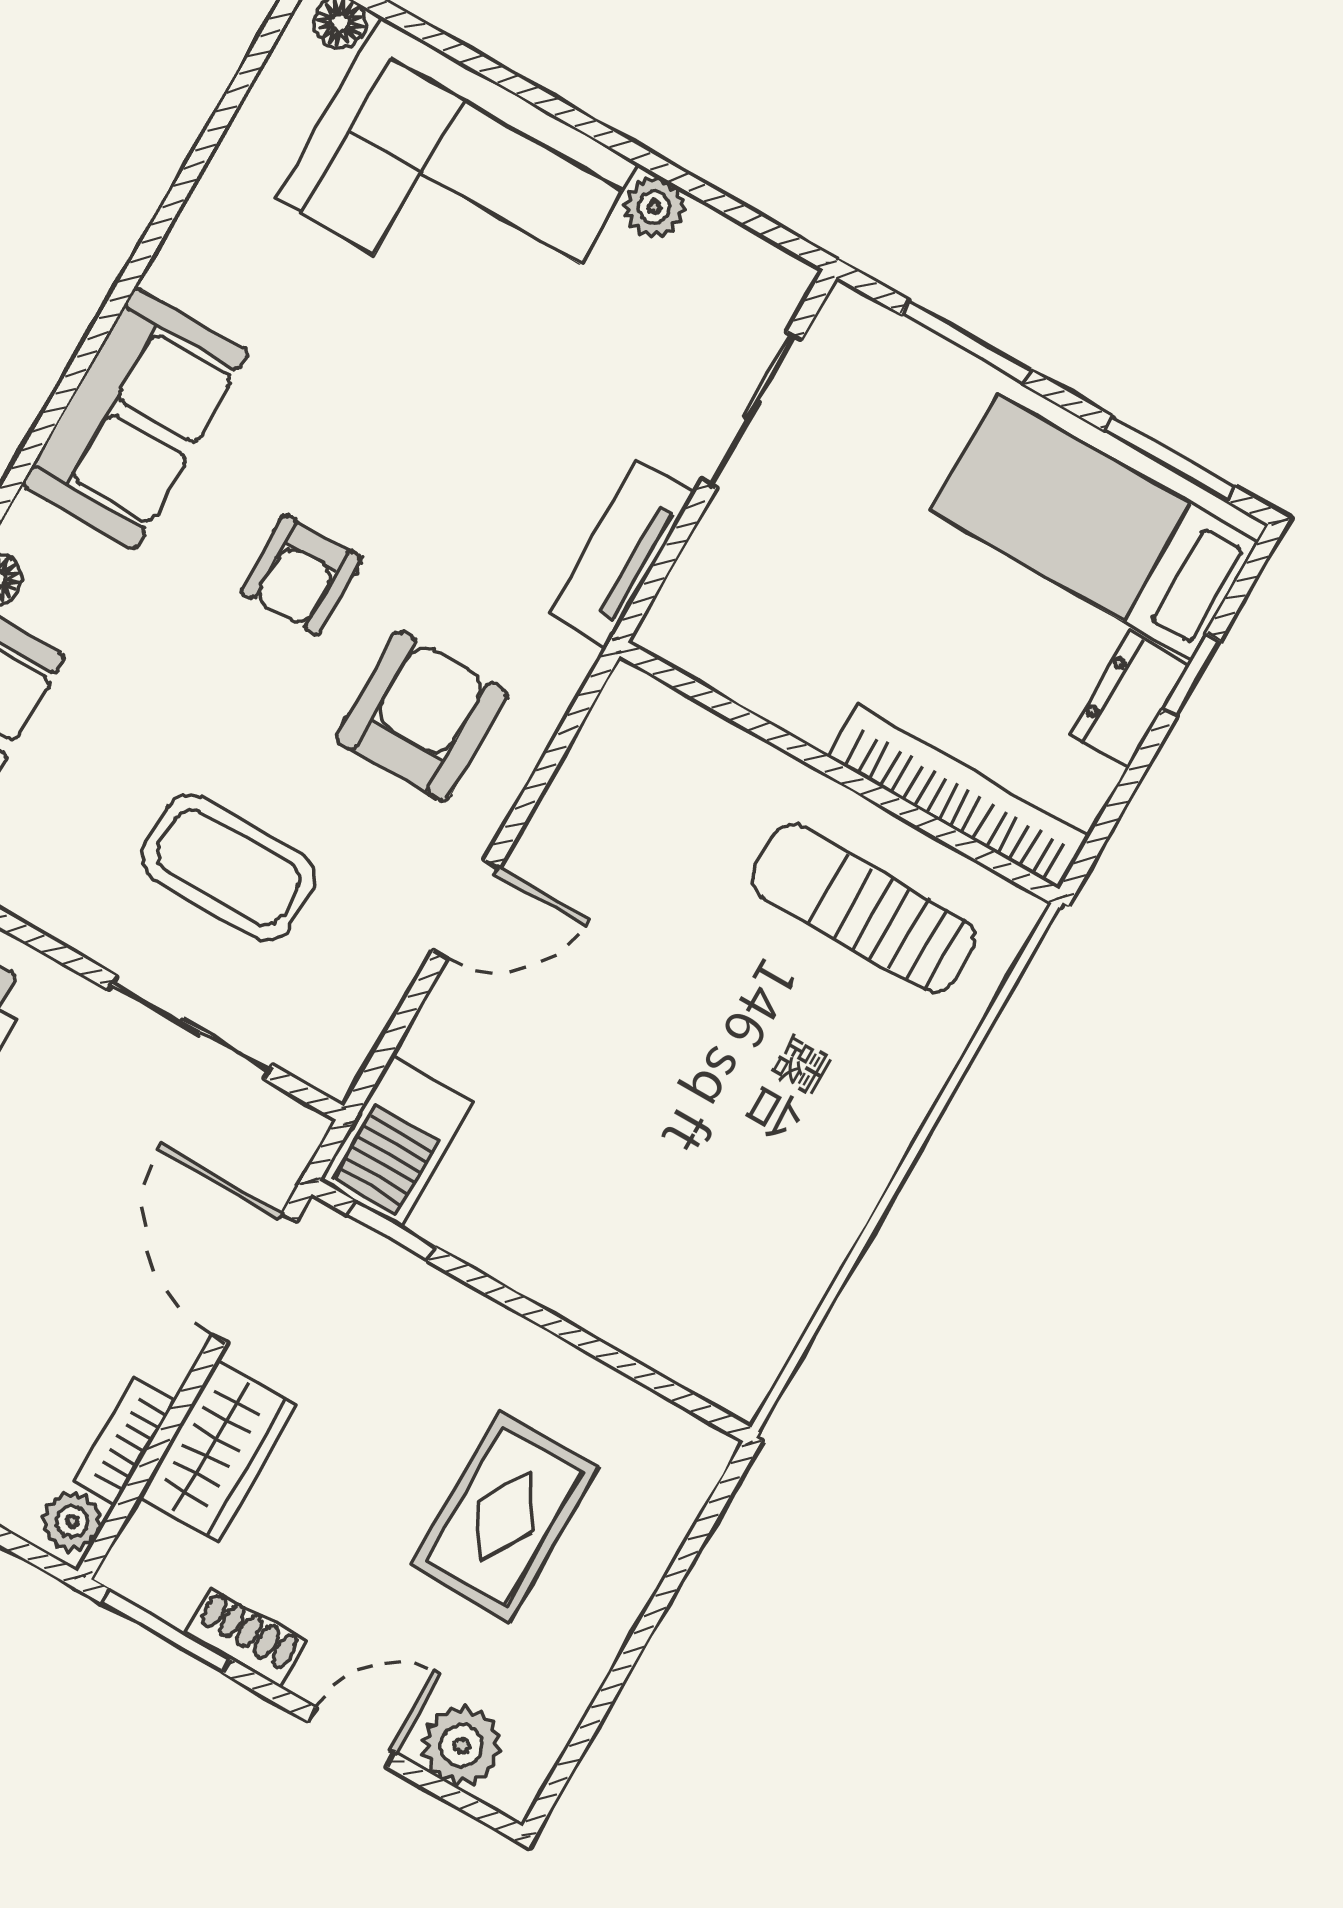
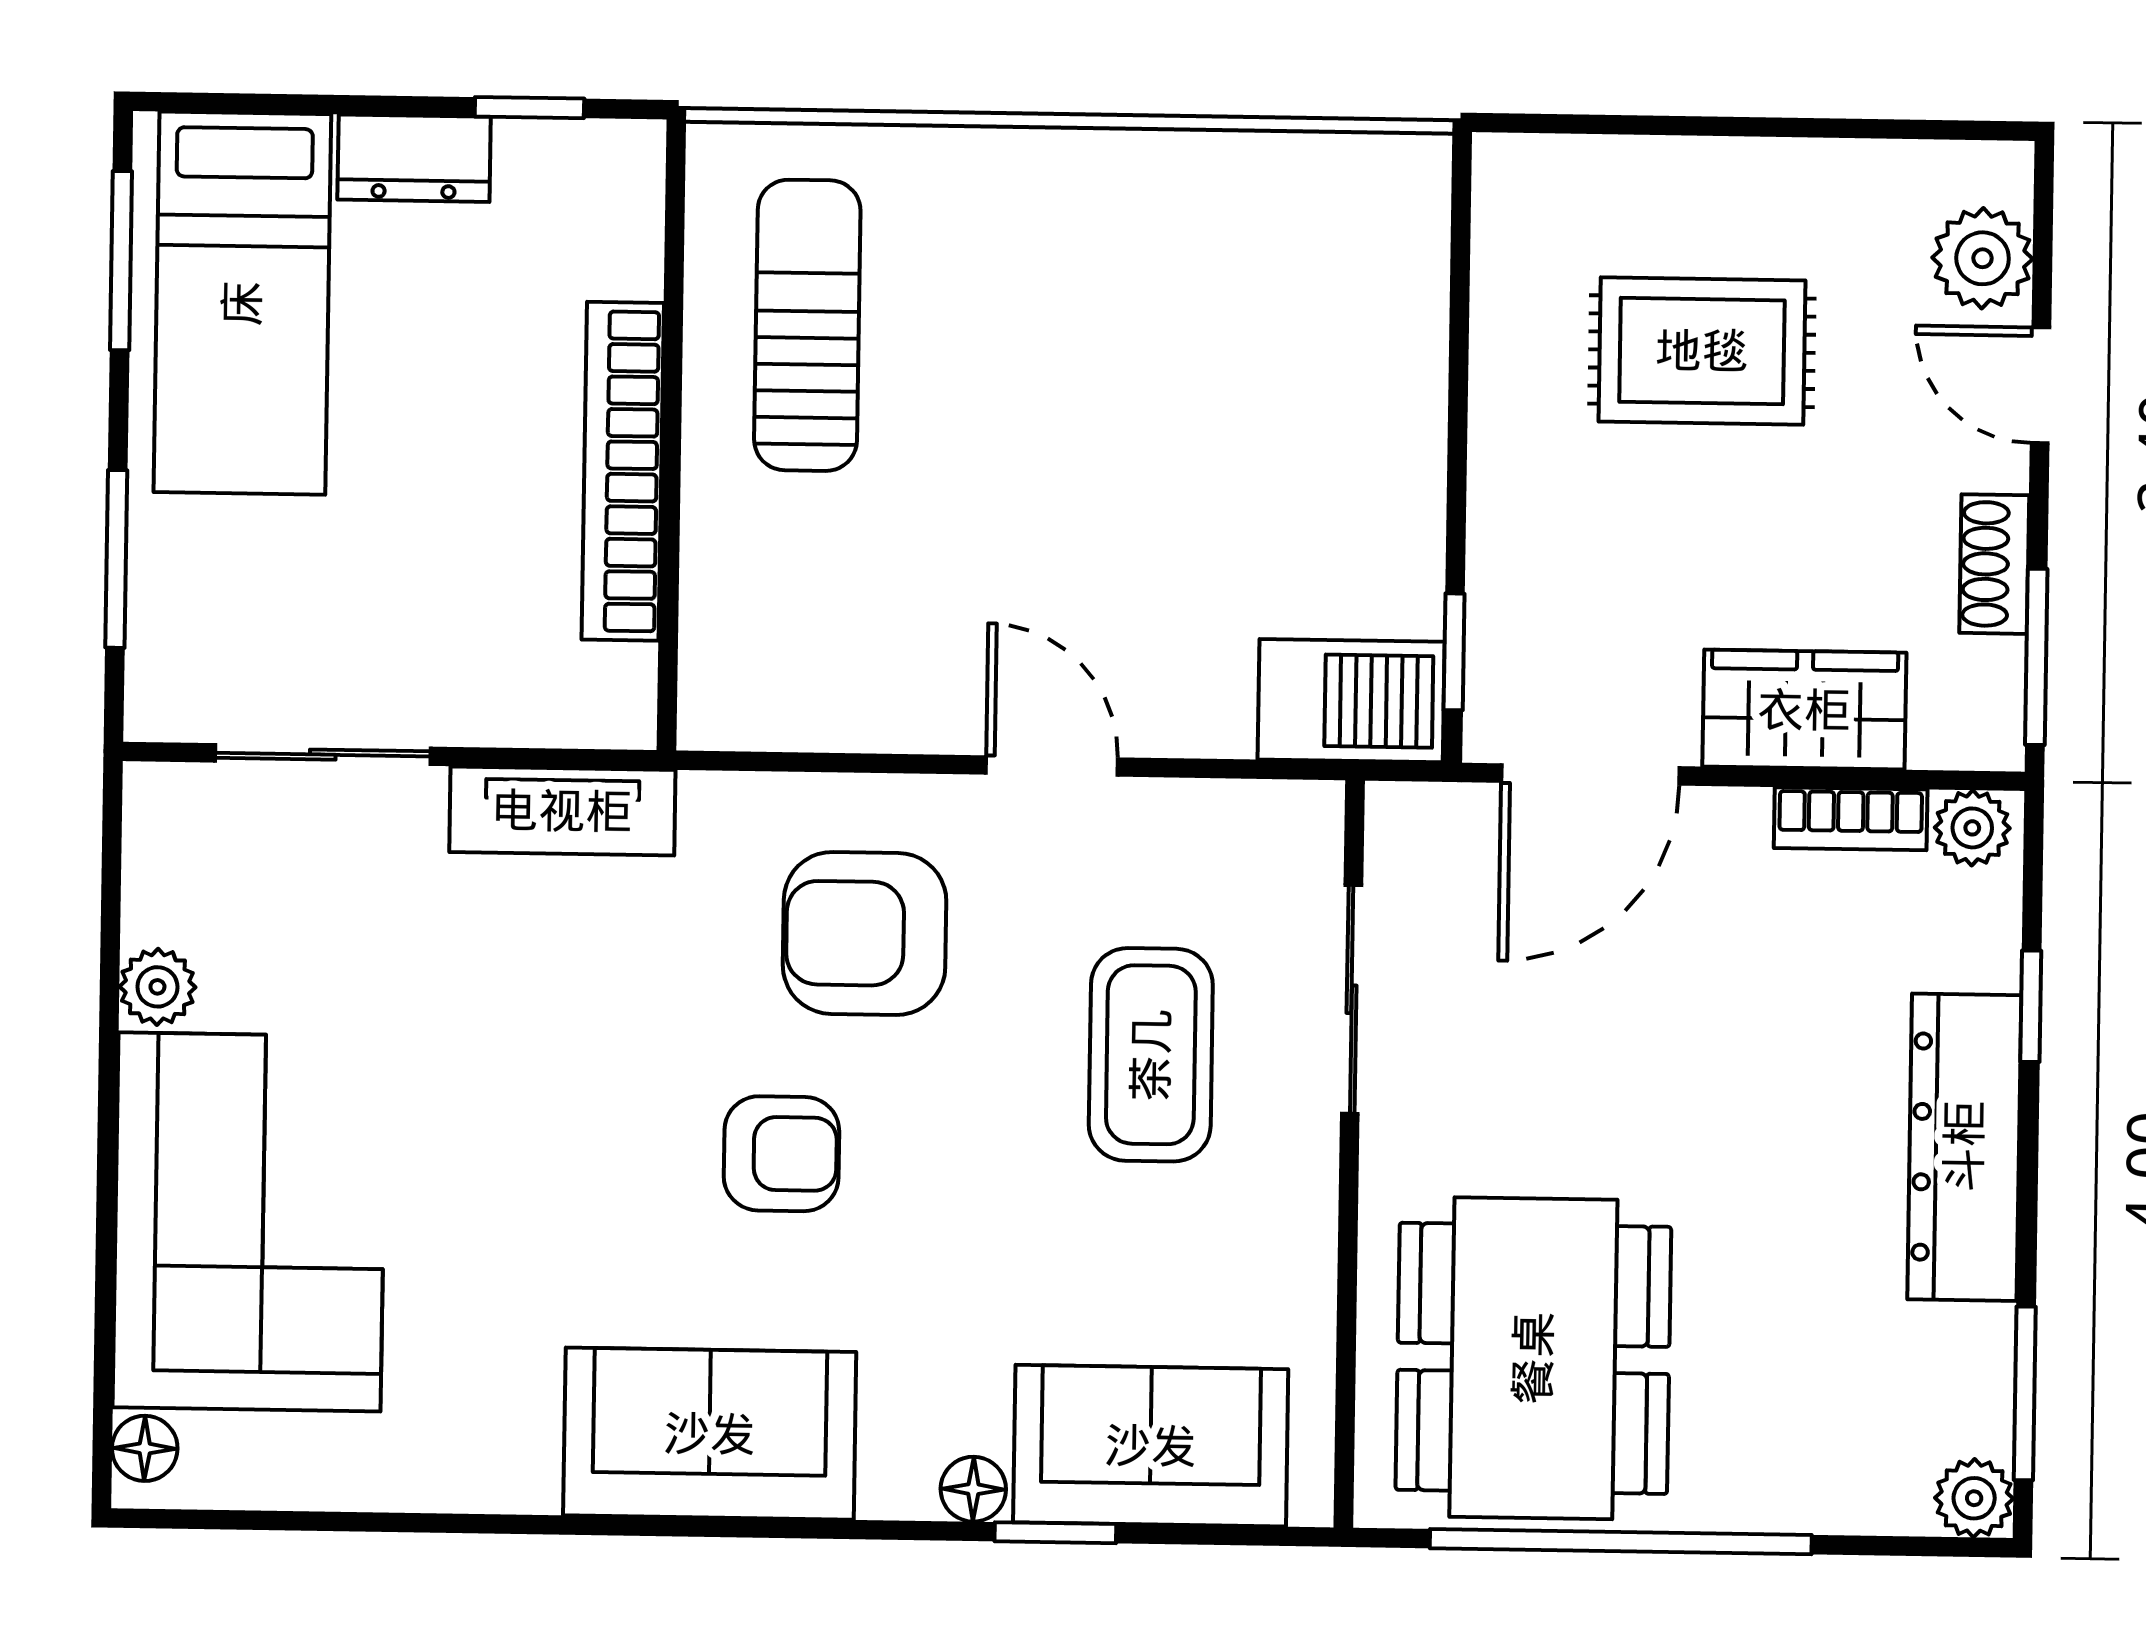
window: (1191, 675) -> (529, 108), moved
bookcase: (959, 797) -> (623, 471), moved
sun lounger: (863, 908) -> (807, 325), turned 180

